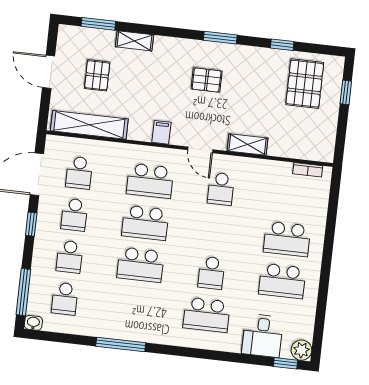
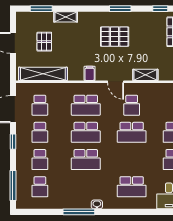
pallet: (207, 80) -> (115, 37), width x1.50, depth x1.42
school desk: (211, 273) -> (132, 132), moved, width x1.85
washbasin: (33, 323) -> (97, 204), moved

